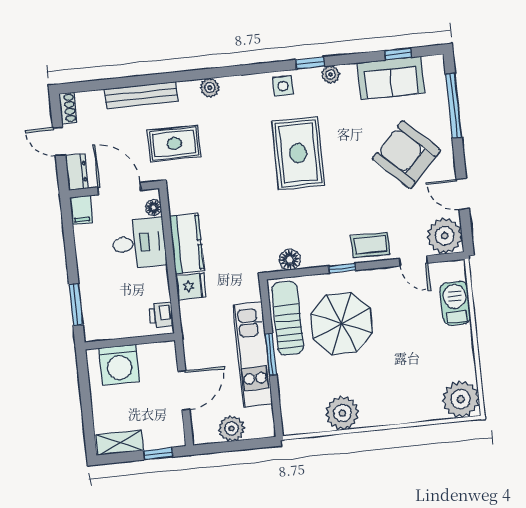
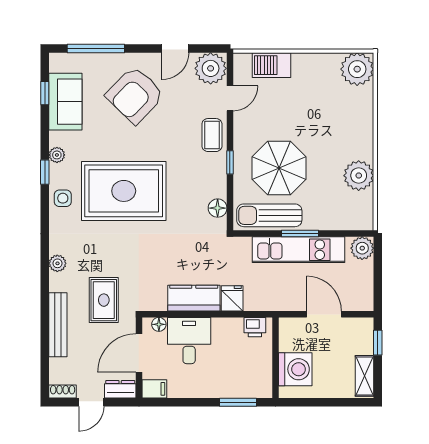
rug: (298, 153) -> (124, 191), width x1.37, depth x1.44
plant: (232, 429) -> (362, 248), moved

